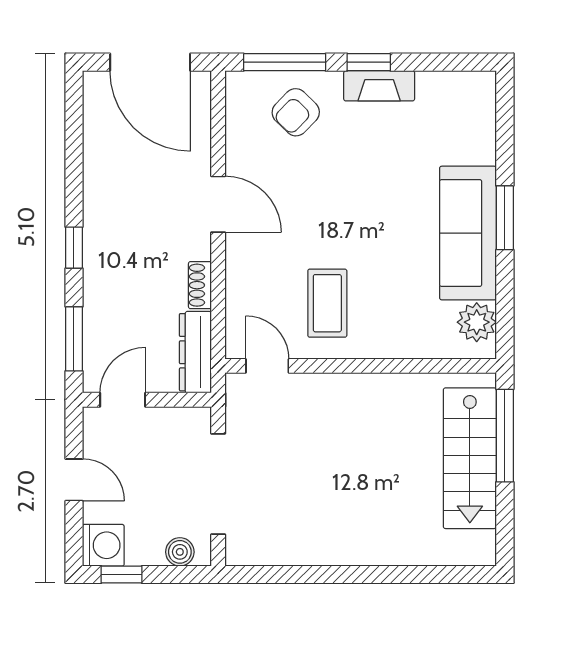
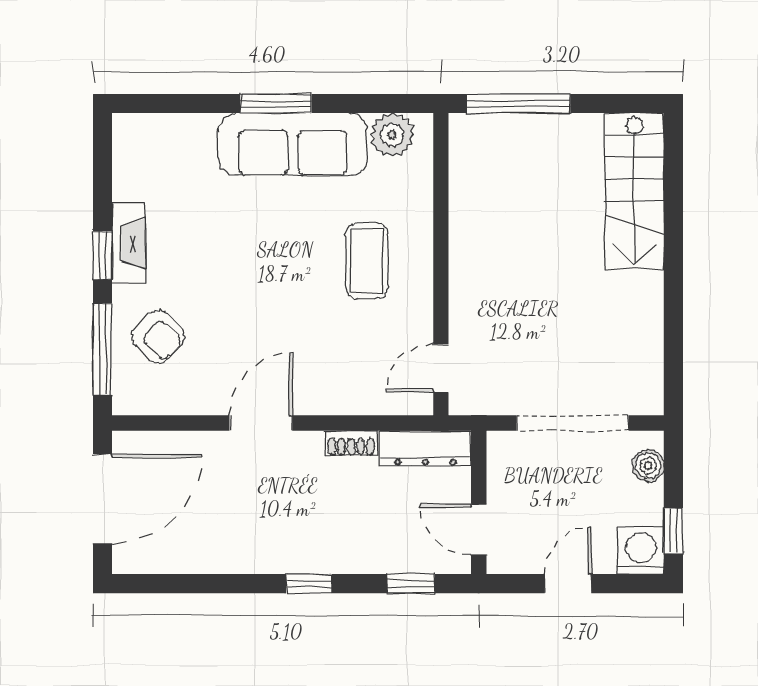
coffee table: (327, 303) -> (367, 261), moved, turned 90
window: (74, 339) -> (411, 584), width x0.67
stairs: (470, 458) -> (634, 191), moved, turned 90

